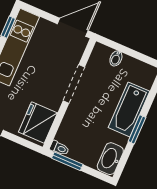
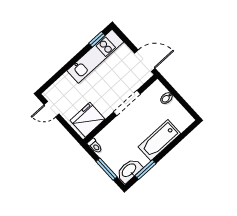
window: (137, 129) -> (146, 170), moved
window: (67, 161) -> (106, 169), moved

